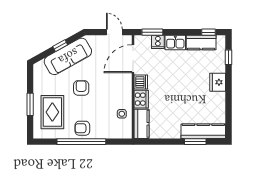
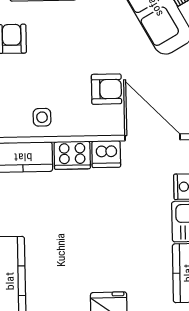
armchair: (81, 88) -> (106, 89), moved

